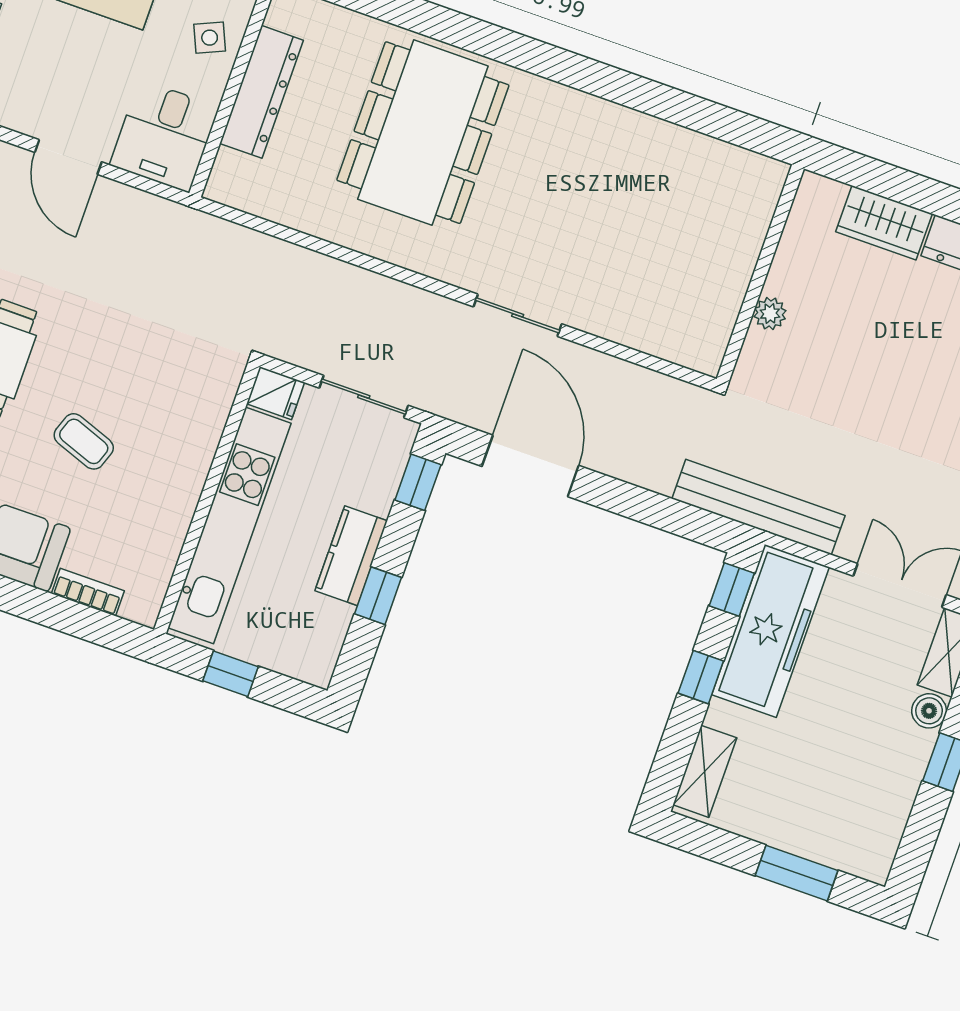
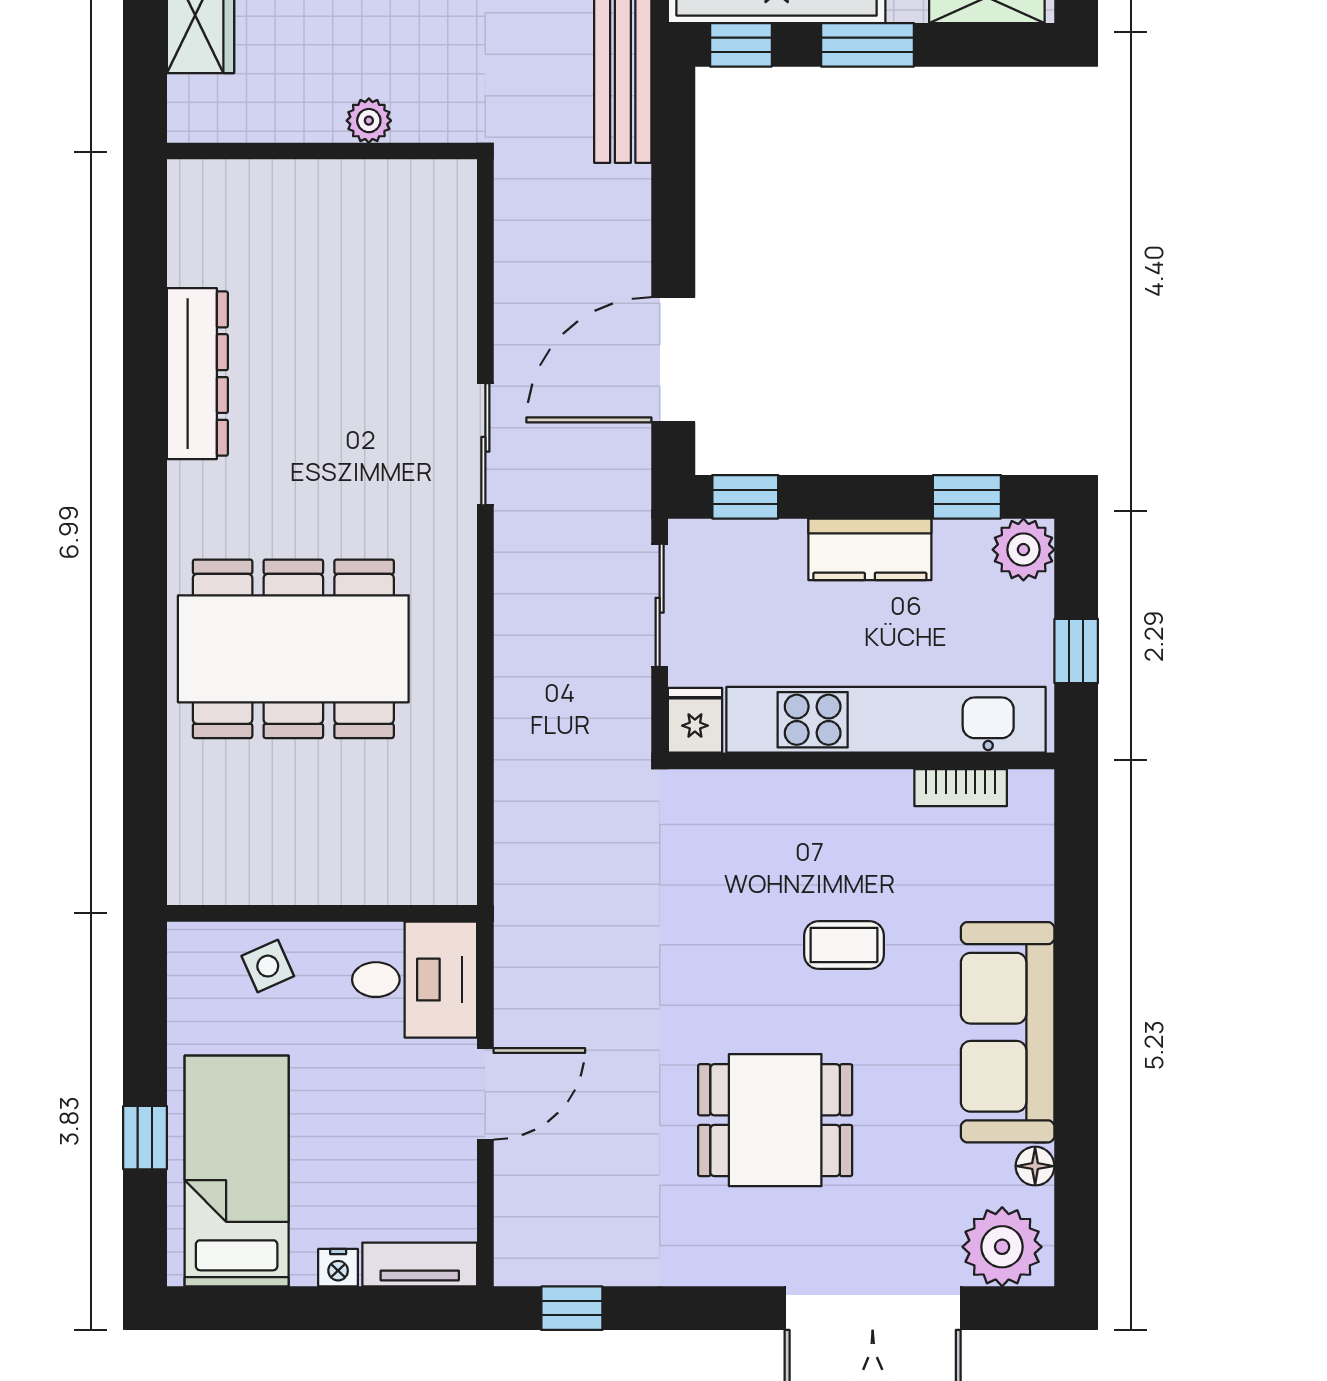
dresser: (262, 92) -> (197, 374), moved, turned 90
coffee table: (84, 441) -> (844, 945), turned 70
bookcase: (88, 592) -> (961, 788), moved, turned -90
window: (378, 596) -> (967, 497), moved
plant: (314, 662) -> (1023, 550), added
window: (701, 677) -> (868, 45), width x1.50

